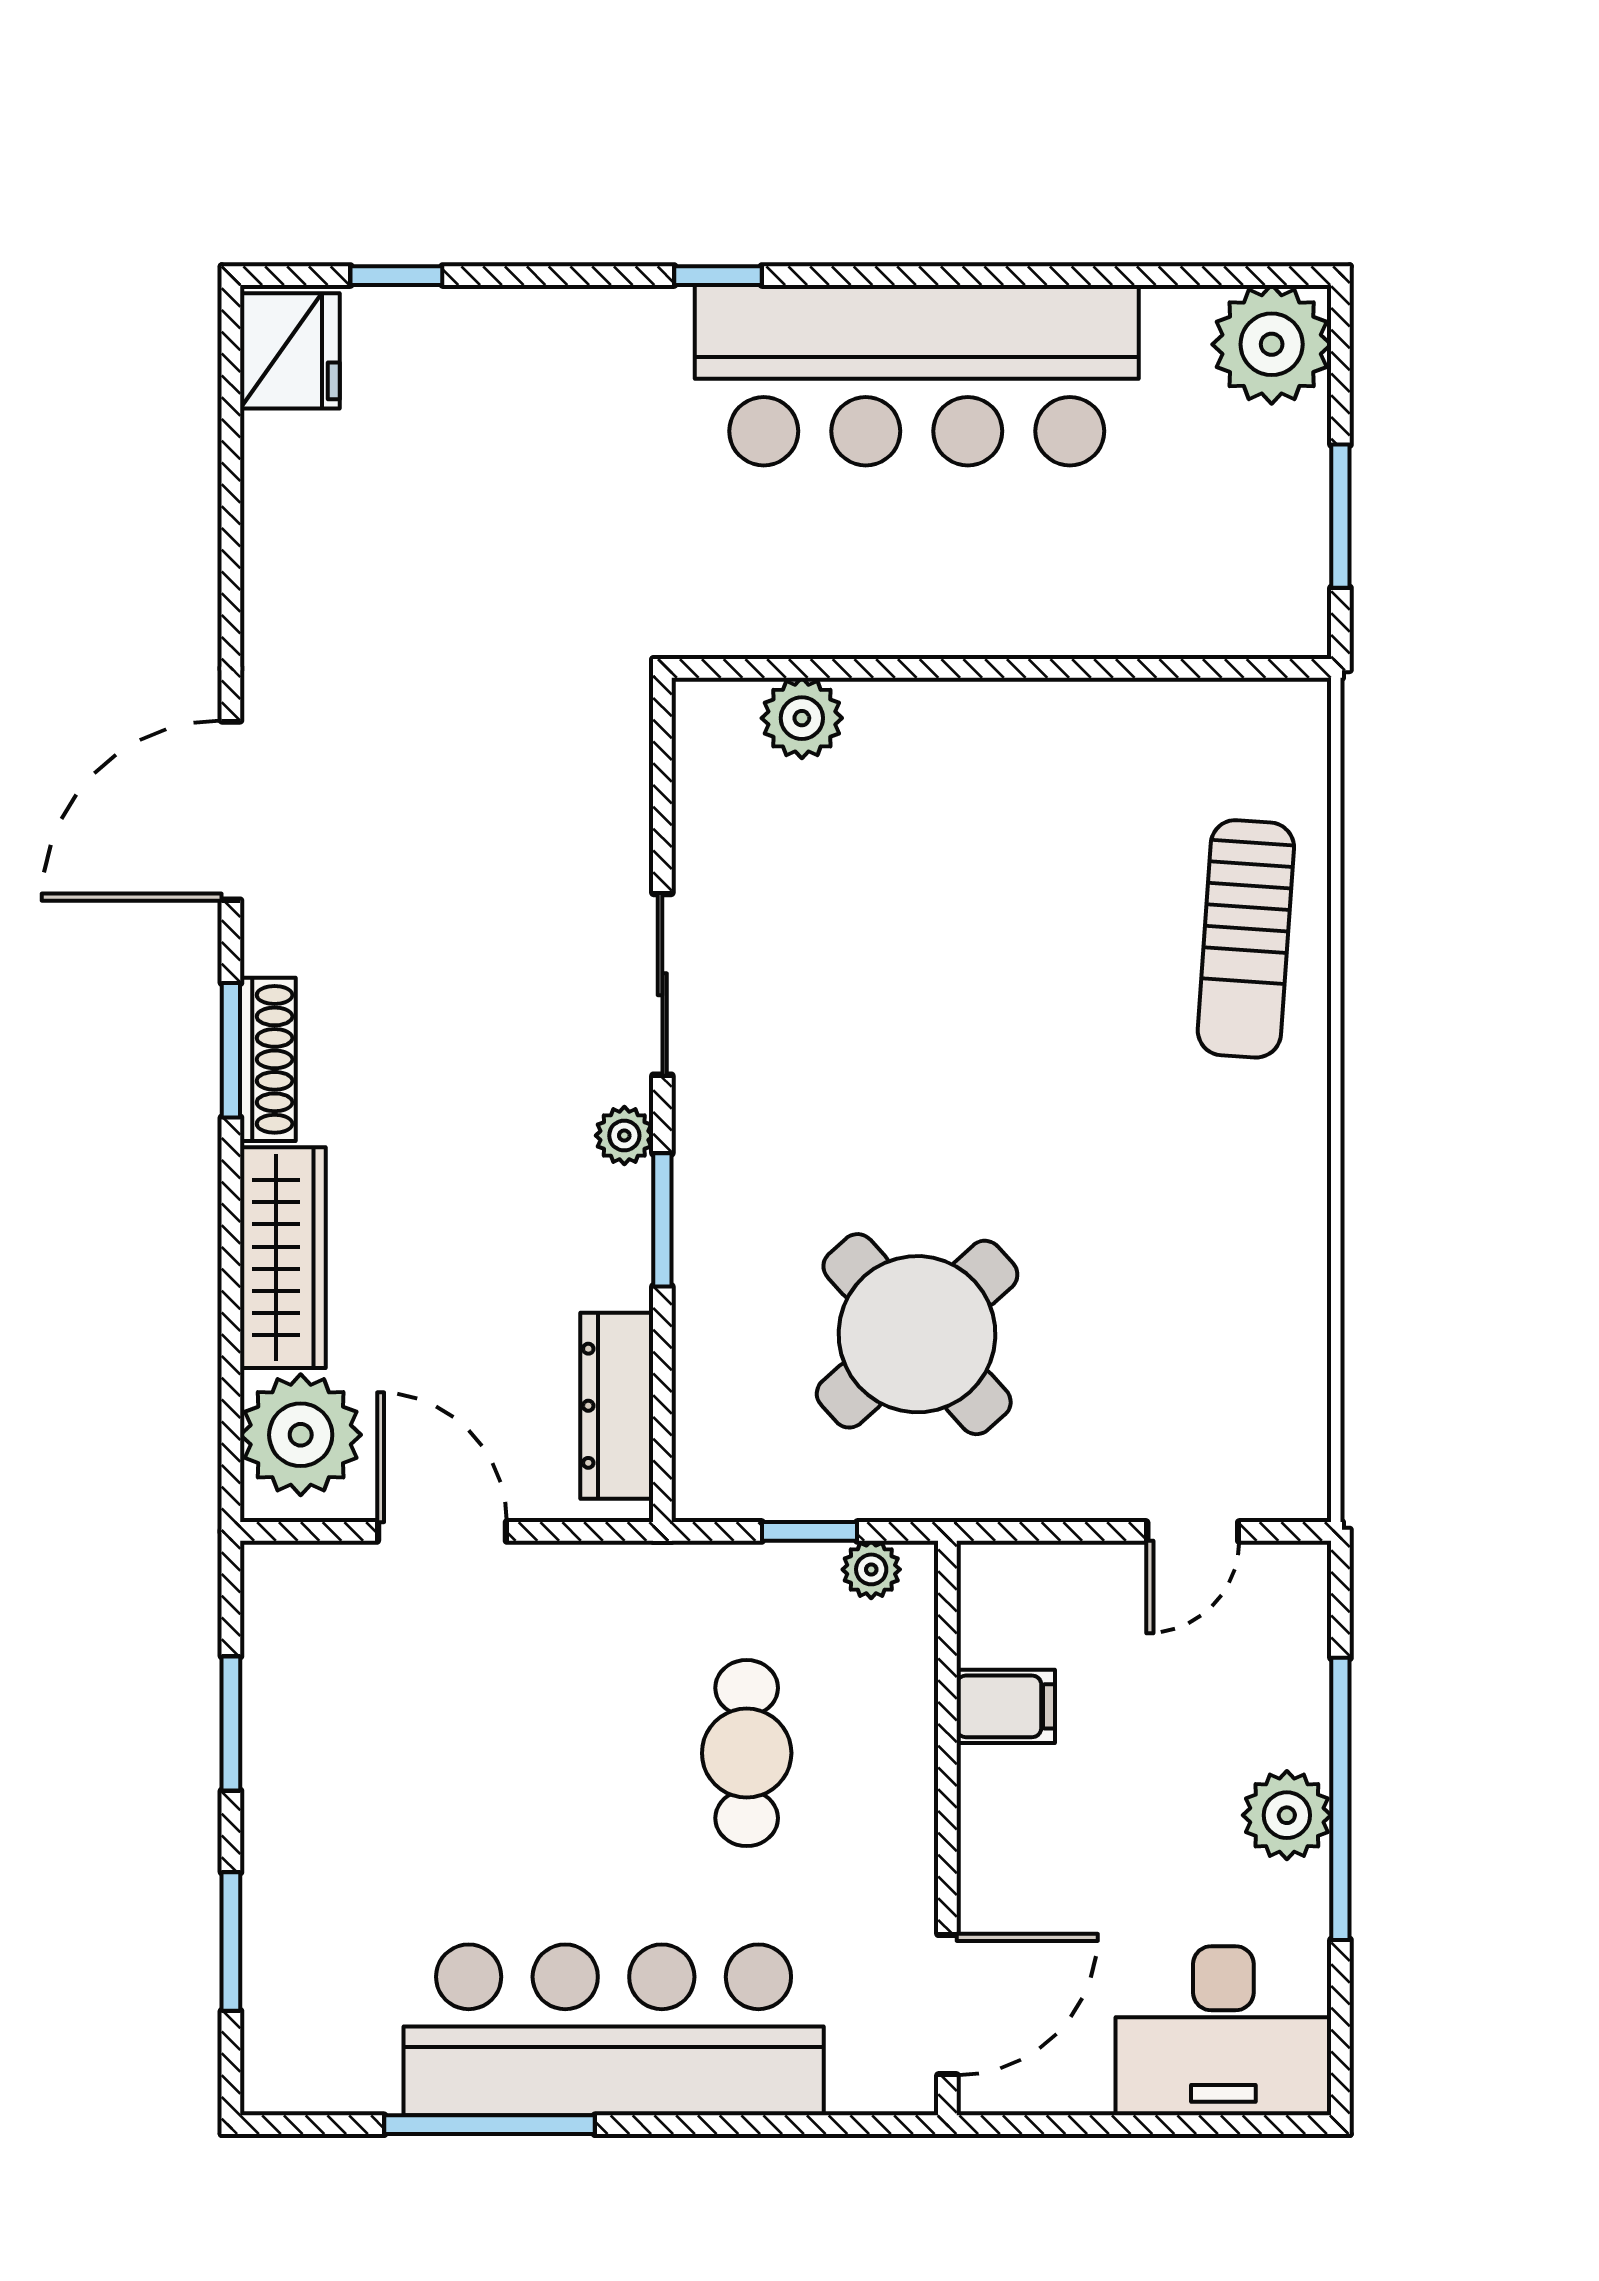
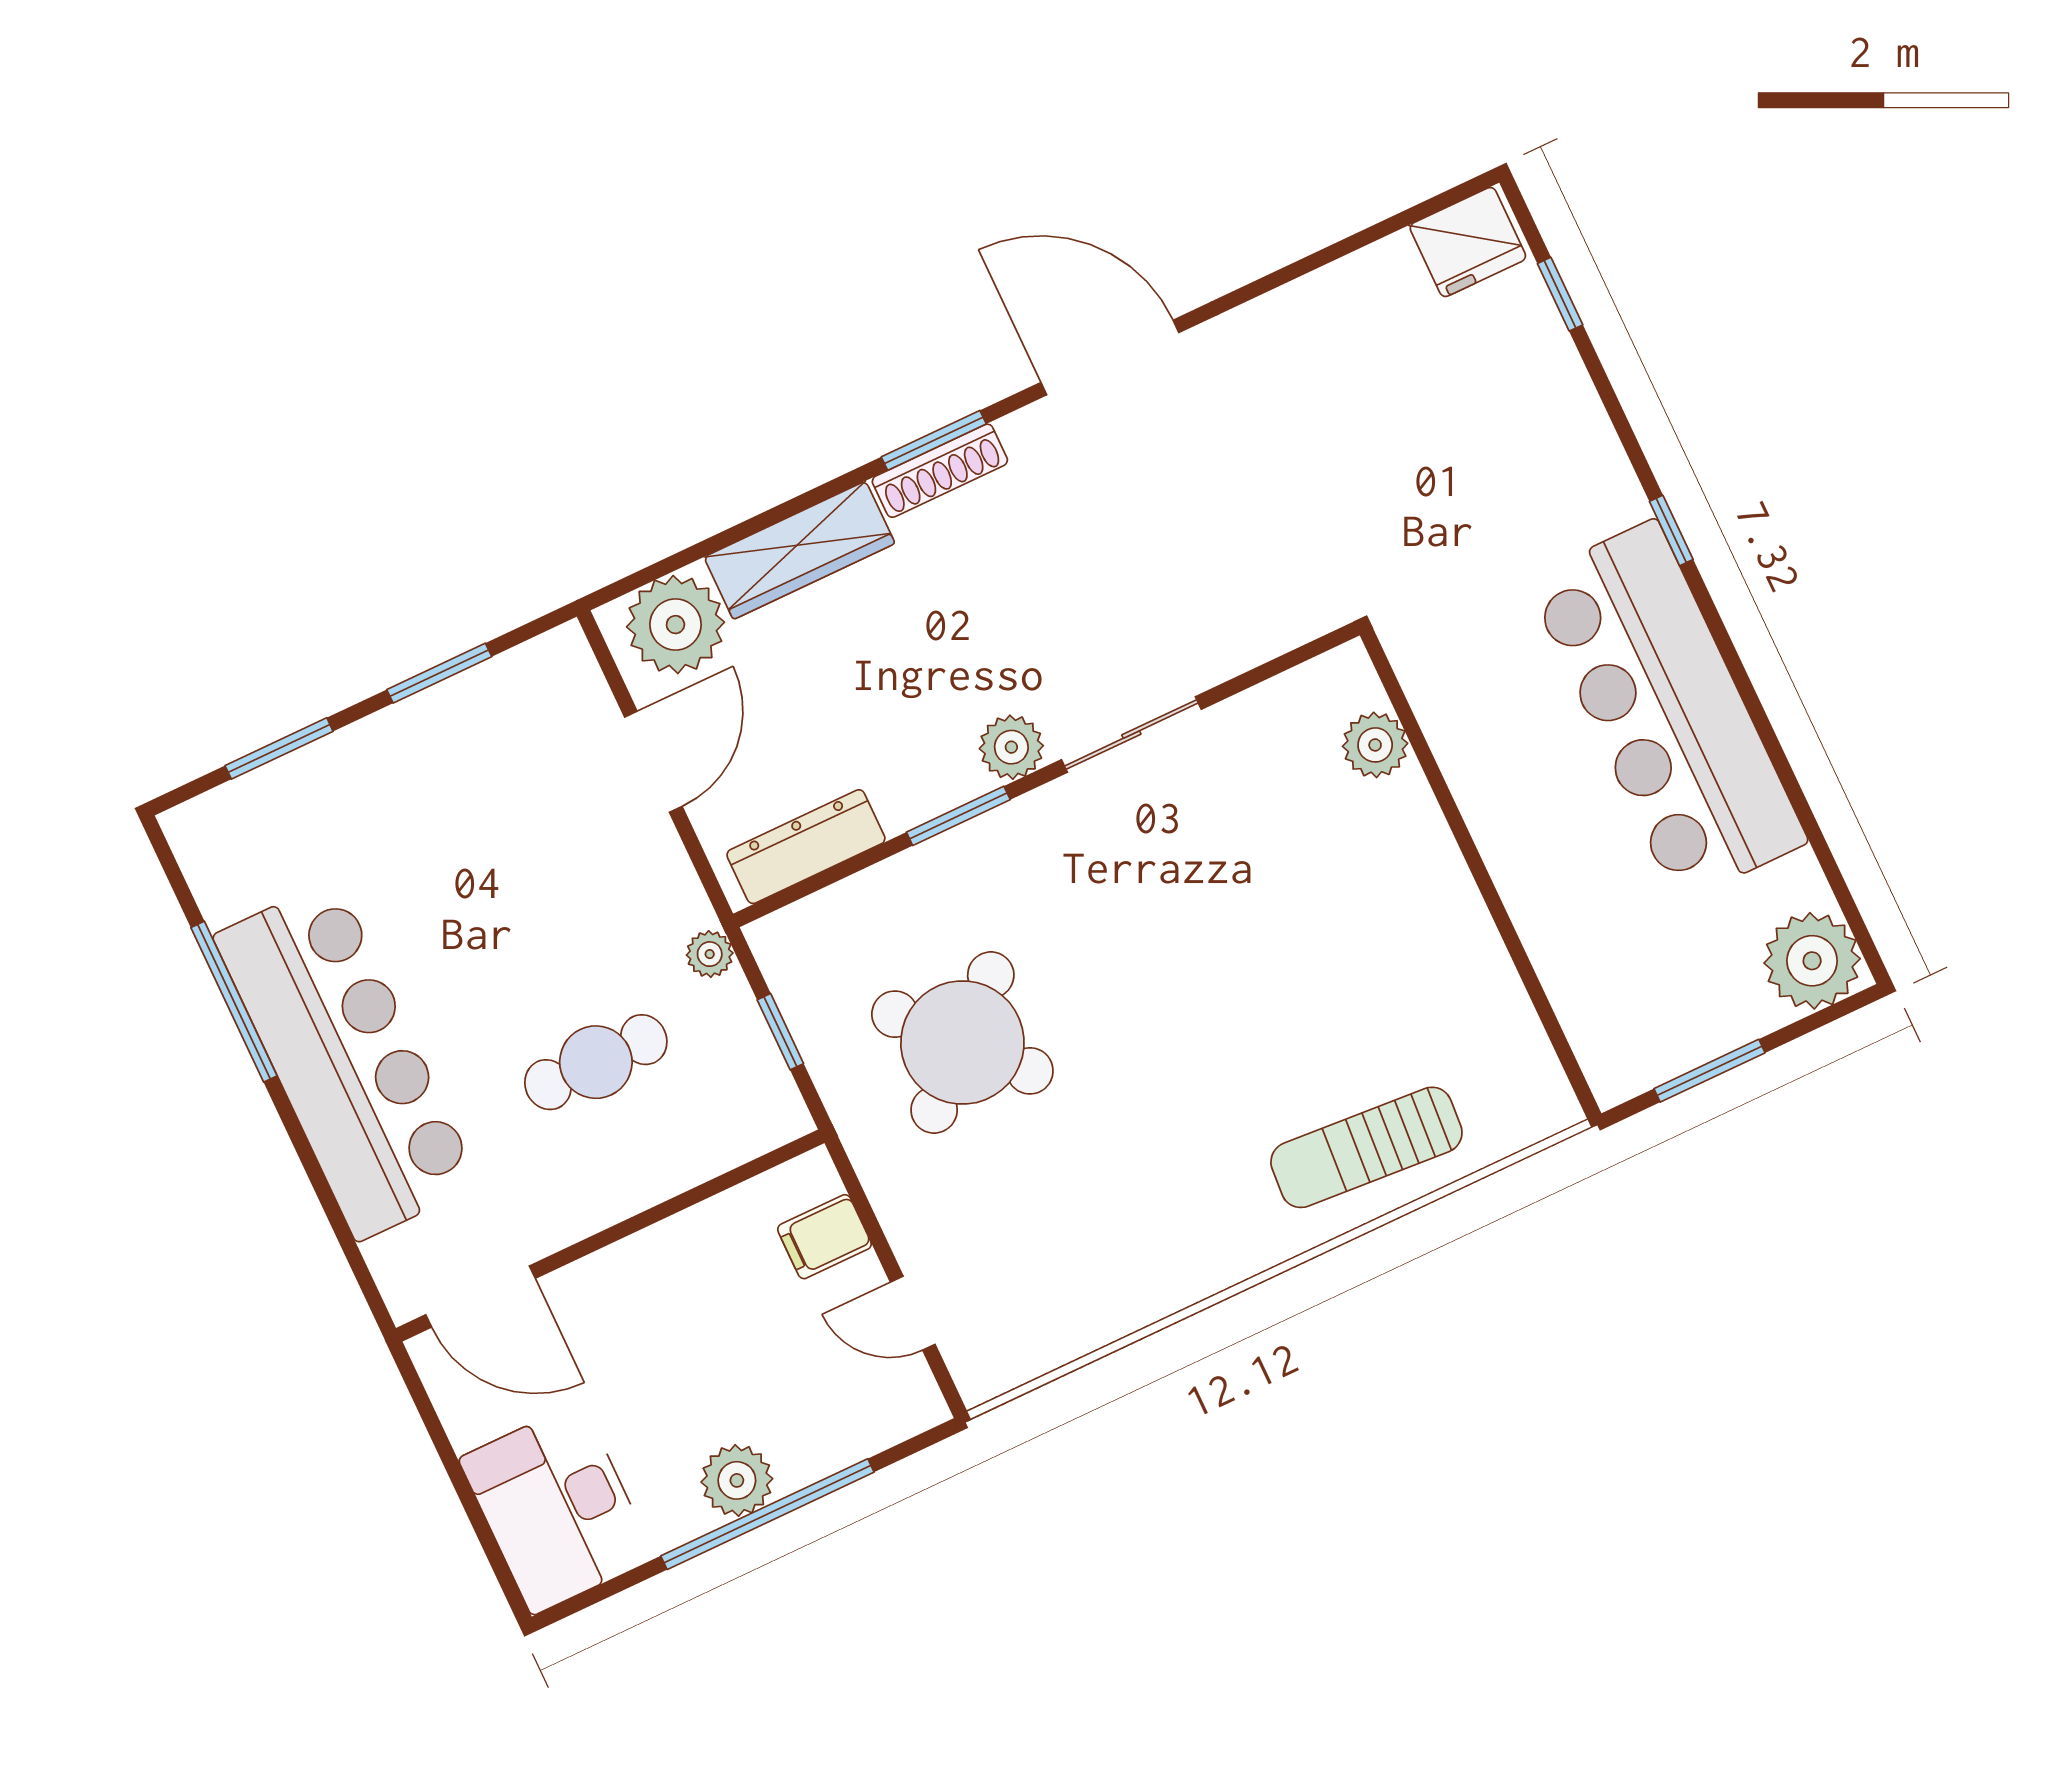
plant: (624, 1136) -> (1011, 747), width x1.38, depth x1.38
plant: (871, 1569) -> (710, 954), moved
filing cabinet: (1006, 1706) -> (824, 1237), moved, turned 90

